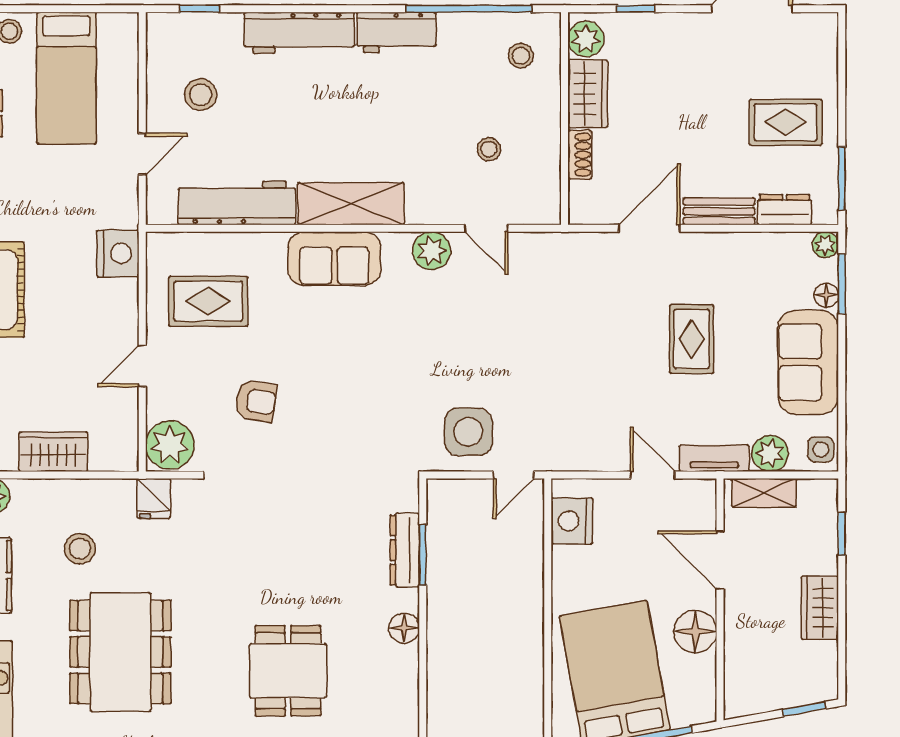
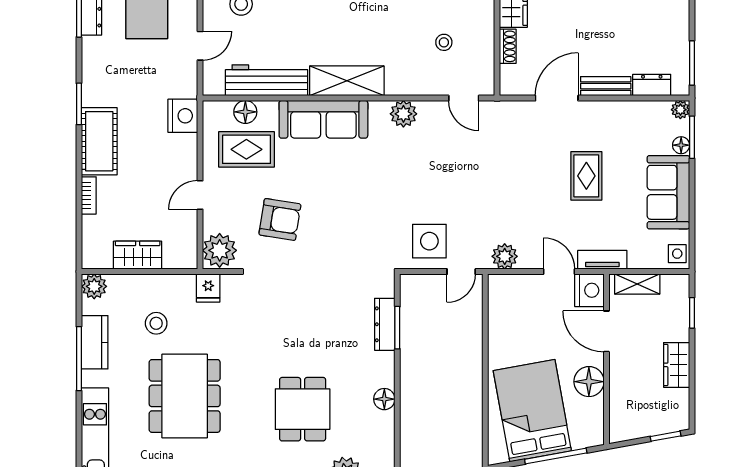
rug: (786, 122) -> (653, 23), removed
door: (486, 228) -> (464, 98), moved
floor lamp: (207, 248) -> (245, 112), added
sofa: (334, 259) -> (323, 119), width x1.36
armchair: (256, 401) -> (280, 219), width x1.38, depth x1.38
plant: (770, 453) -> (505, 256), moved
nightstand: (572, 521) -> (589, 290), moved, turned 180
floor lamp: (404, 628) -> (384, 399), moved

